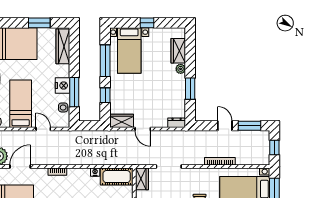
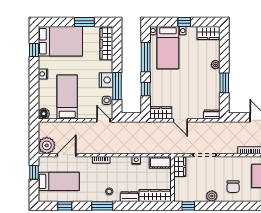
wardrobe: (178, 51) -> (209, 33), moved, turned -90
door: (43, 129) -> (103, 120), moved
cot: (117, 177) -> (160, 162), width x0.73, depth x0.75

